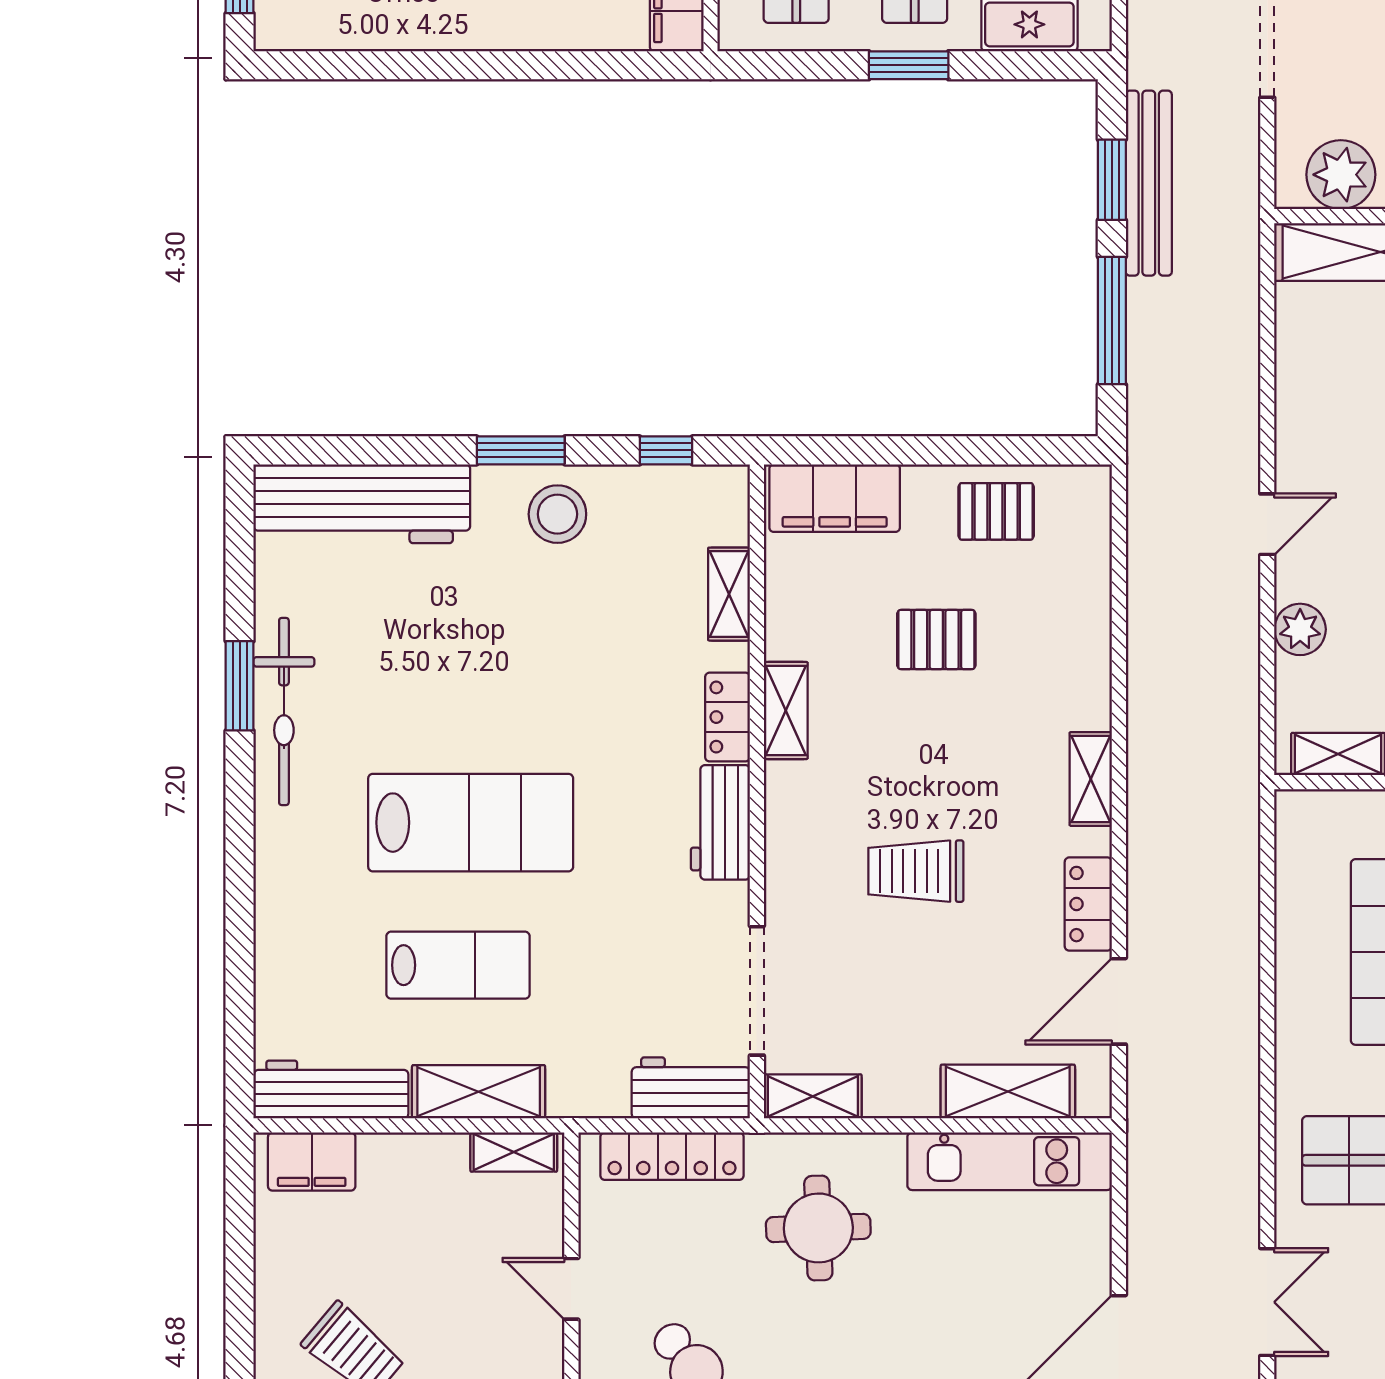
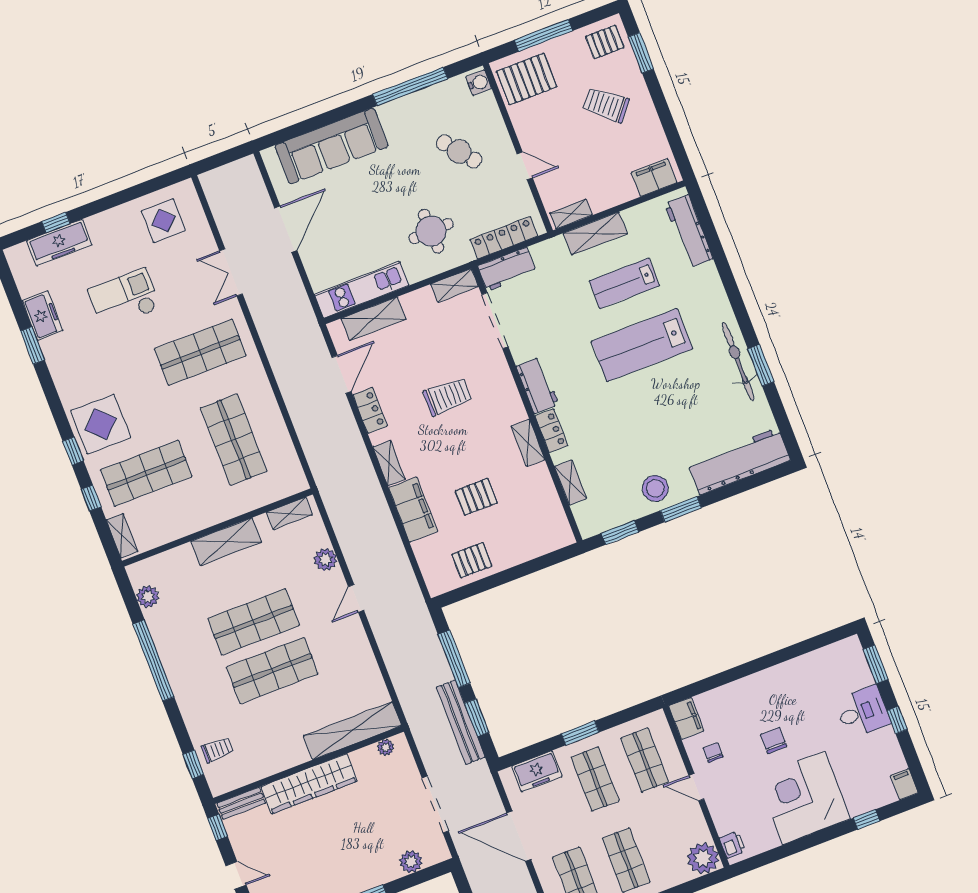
plant: (1341, 175) -> (386, 747), width x0.53, depth x0.53
window: (666, 450) -> (620, 533), width x1.50
filing cabinet: (835, 498) -> (413, 510), moved, turned 90
workbench: (331, 1090) -> (689, 231), moved, turned 90

